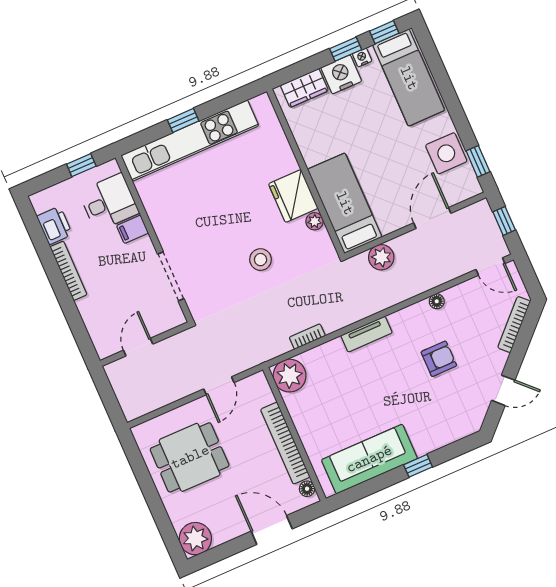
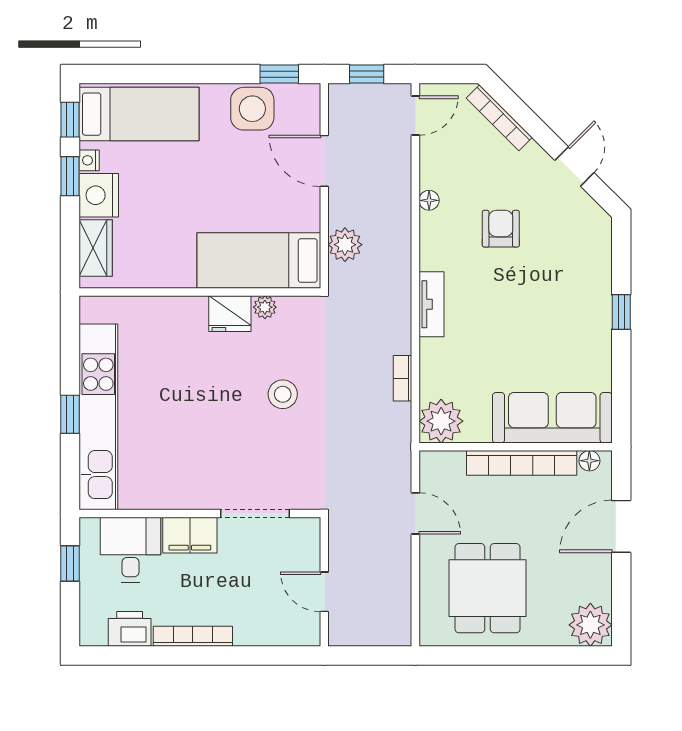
fridge: (293, 196) -> (230, 314), width x0.73, depth x0.75
filing cabinet: (133, 229) -> (190, 535), width x2.00
sofa: (369, 459) -> (552, 418), moved, turned 90

